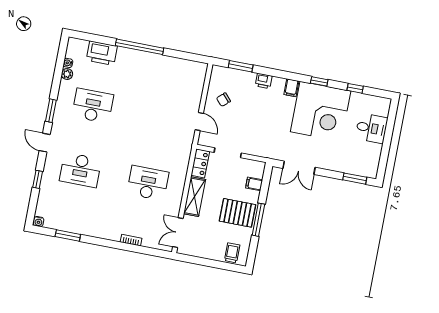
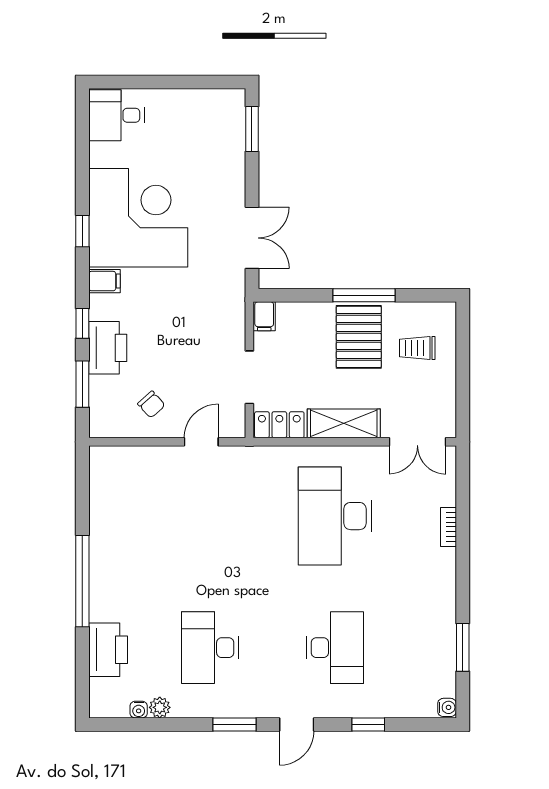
printer: (264, 81) -> (108, 348), width x1.87, depth x1.48
window: (355, 88) -> (82, 323), moved
desk: (371, 128) -> (116, 115), moved, turned -90
desk: (148, 183) -> (335, 516), width x1.36, depth x1.30
filing cabinet: (254, 184) -> (264, 316), moved
trolley: (232, 253) -> (417, 348), moved

